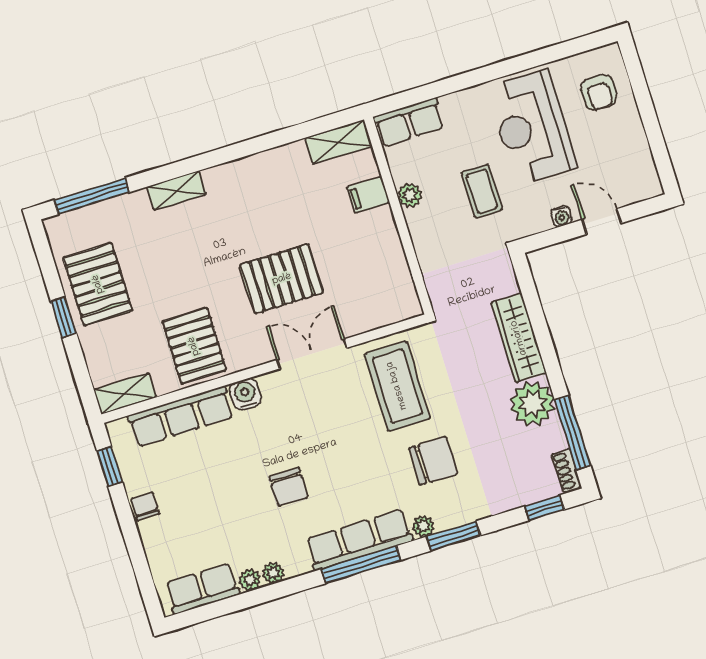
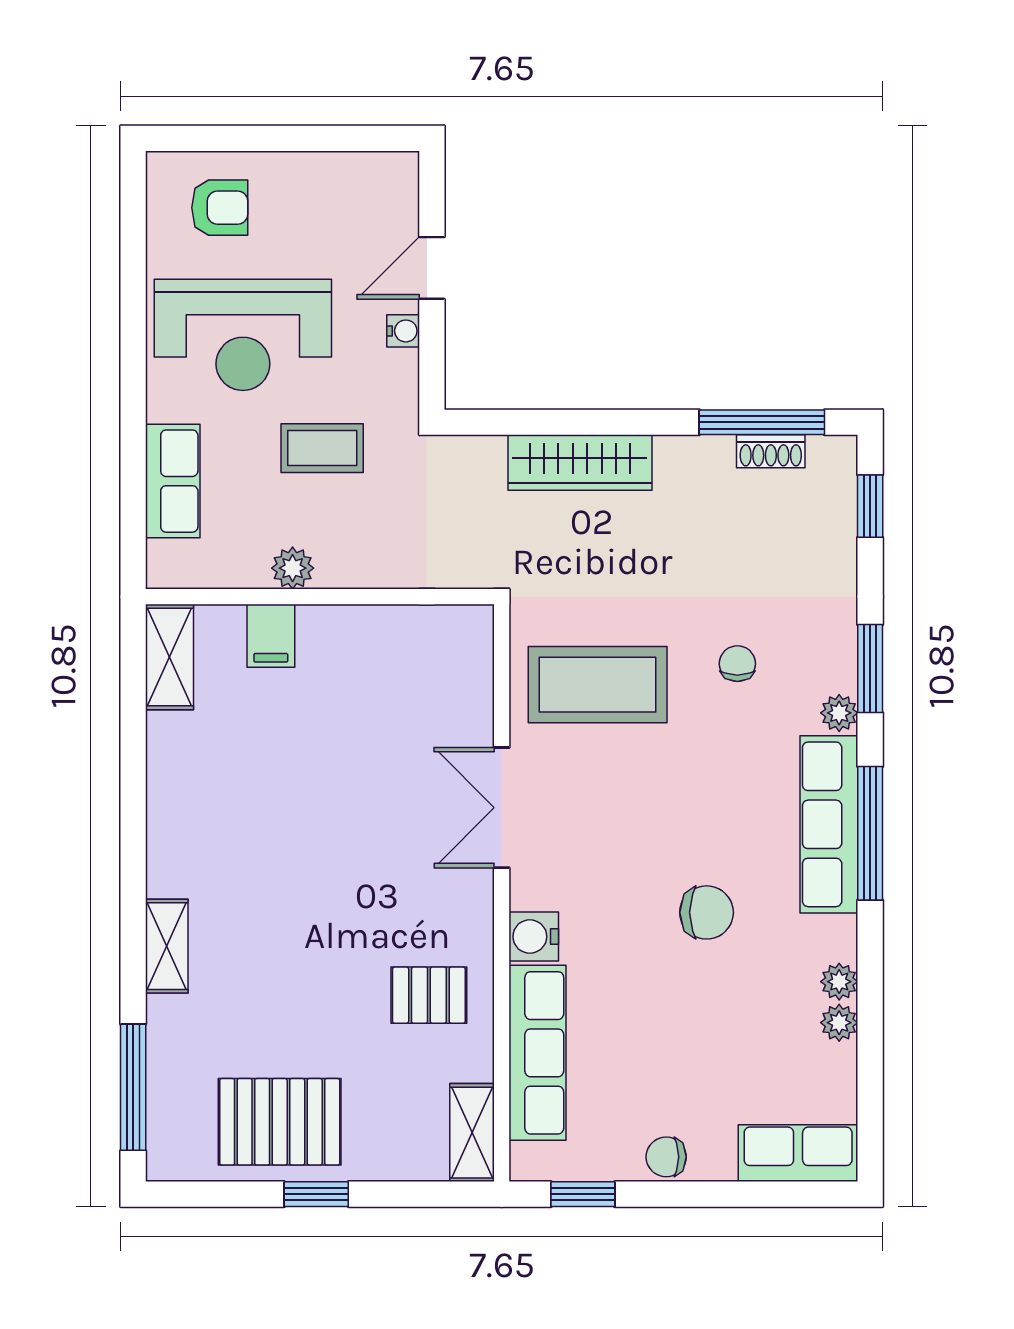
row of seats: (409, 122) -> (173, 481), moved
pallet: (282, 279) -> (364, 819), removed
pallet: (194, 346) -> (429, 995), width x0.67, depth x0.71
plant: (532, 404) -> (694, 473), removed
chair: (433, 461) -> (737, 664), width x0.54, depth x0.54
shoe rack: (566, 470) -> (771, 451), moved
row of seats: (202, 589) -> (798, 1153), moved, turned 90

